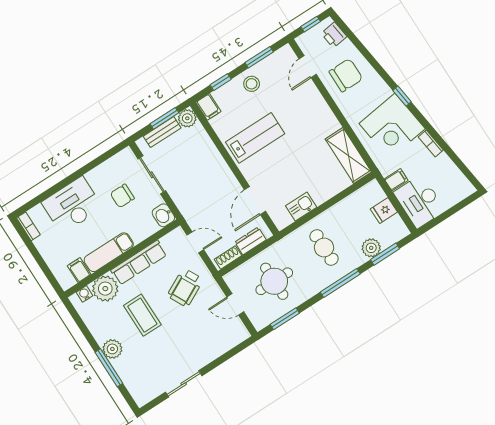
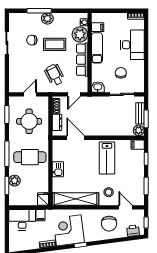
stool: (252, 84) -> (109, 192), moved
shelving: (348, 156) -> (75, 199), width x1.47
kitchen sink: (301, 207) -> (58, 169), moved
fridge: (384, 210) -> (43, 199), moved
cafe table: (324, 247) -> (30, 157), width x1.37, depth x1.35
chair: (157, 351) -> (32, 40), added

